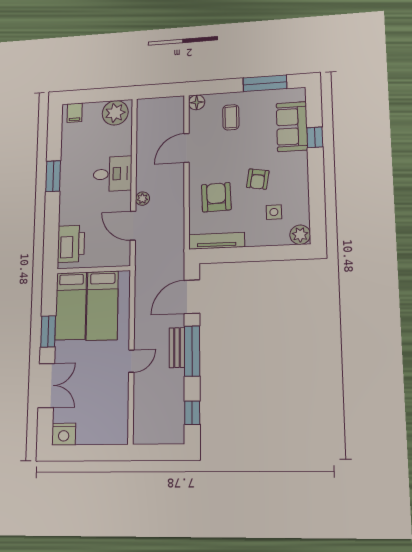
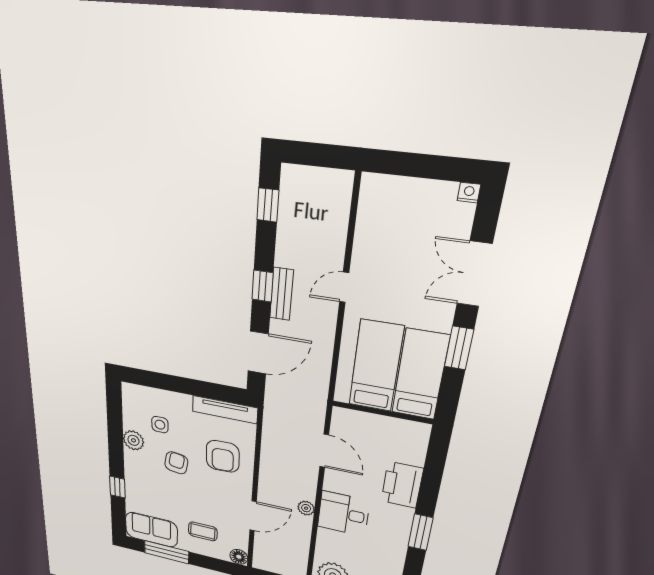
coffee table: (231, 117) -> (203, 531), turned 90
sofa: (292, 127) -> (151, 530), moved, turned -90
plant: (142, 199) -> (306, 508), moved
plant: (300, 235) -> (133, 440), moved
printer: (71, 244) -> (402, 485), moved
window: (192, 351) -> (262, 286), width x0.46
nightstand: (64, 434) -> (469, 193), width x0.53, depth x0.56

